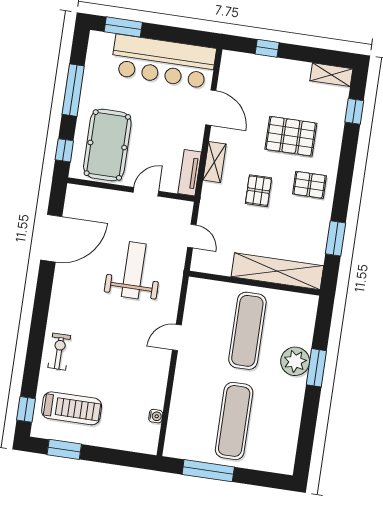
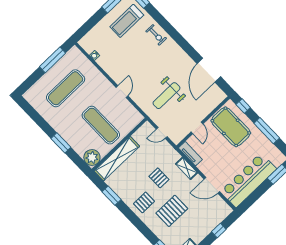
weight bench: (134, 270) -> (166, 96), turned 90
plant: (295, 361) -> (92, 157), moved
exercise mat: (234, 421) -> (66, 88), turned 90

